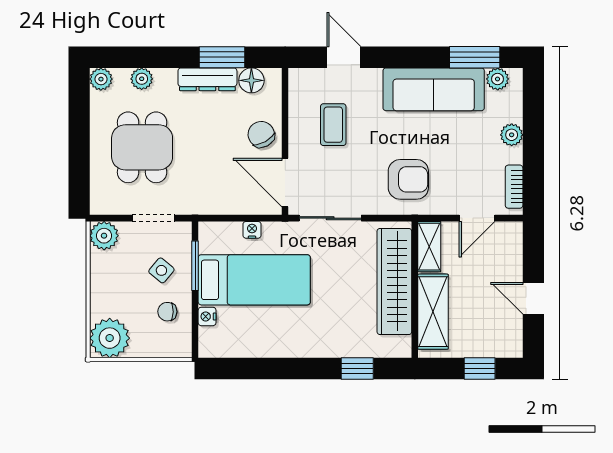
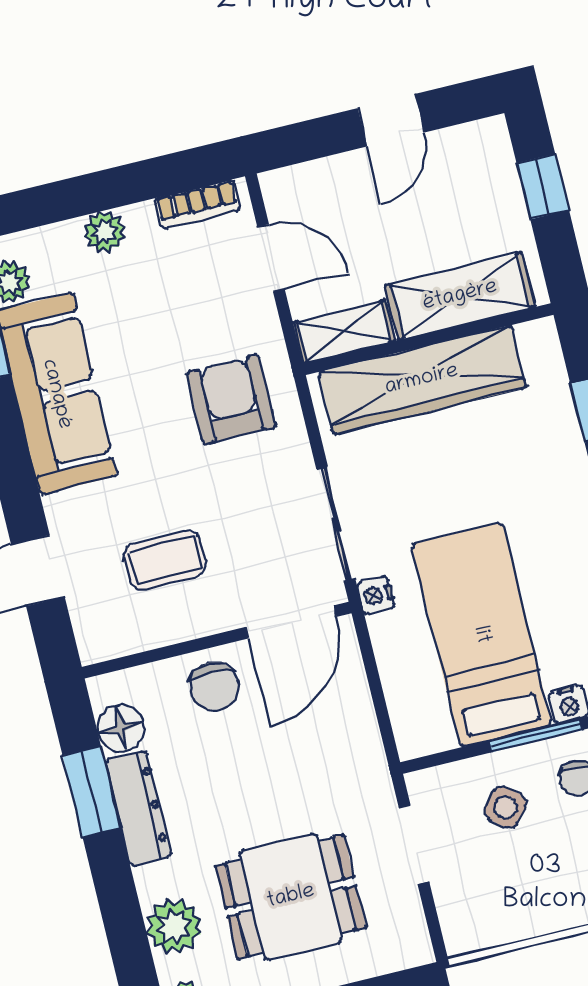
plant: (142, 79) -> (174, 926), width x1.38, depth x1.38
chair: (261, 134) -> (214, 686), turned -61
nightstand: (252, 230) -> (376, 595), moved
plant: (104, 236) -> (468, 927), removed
window: (195, 266) -> (536, 735), moved

